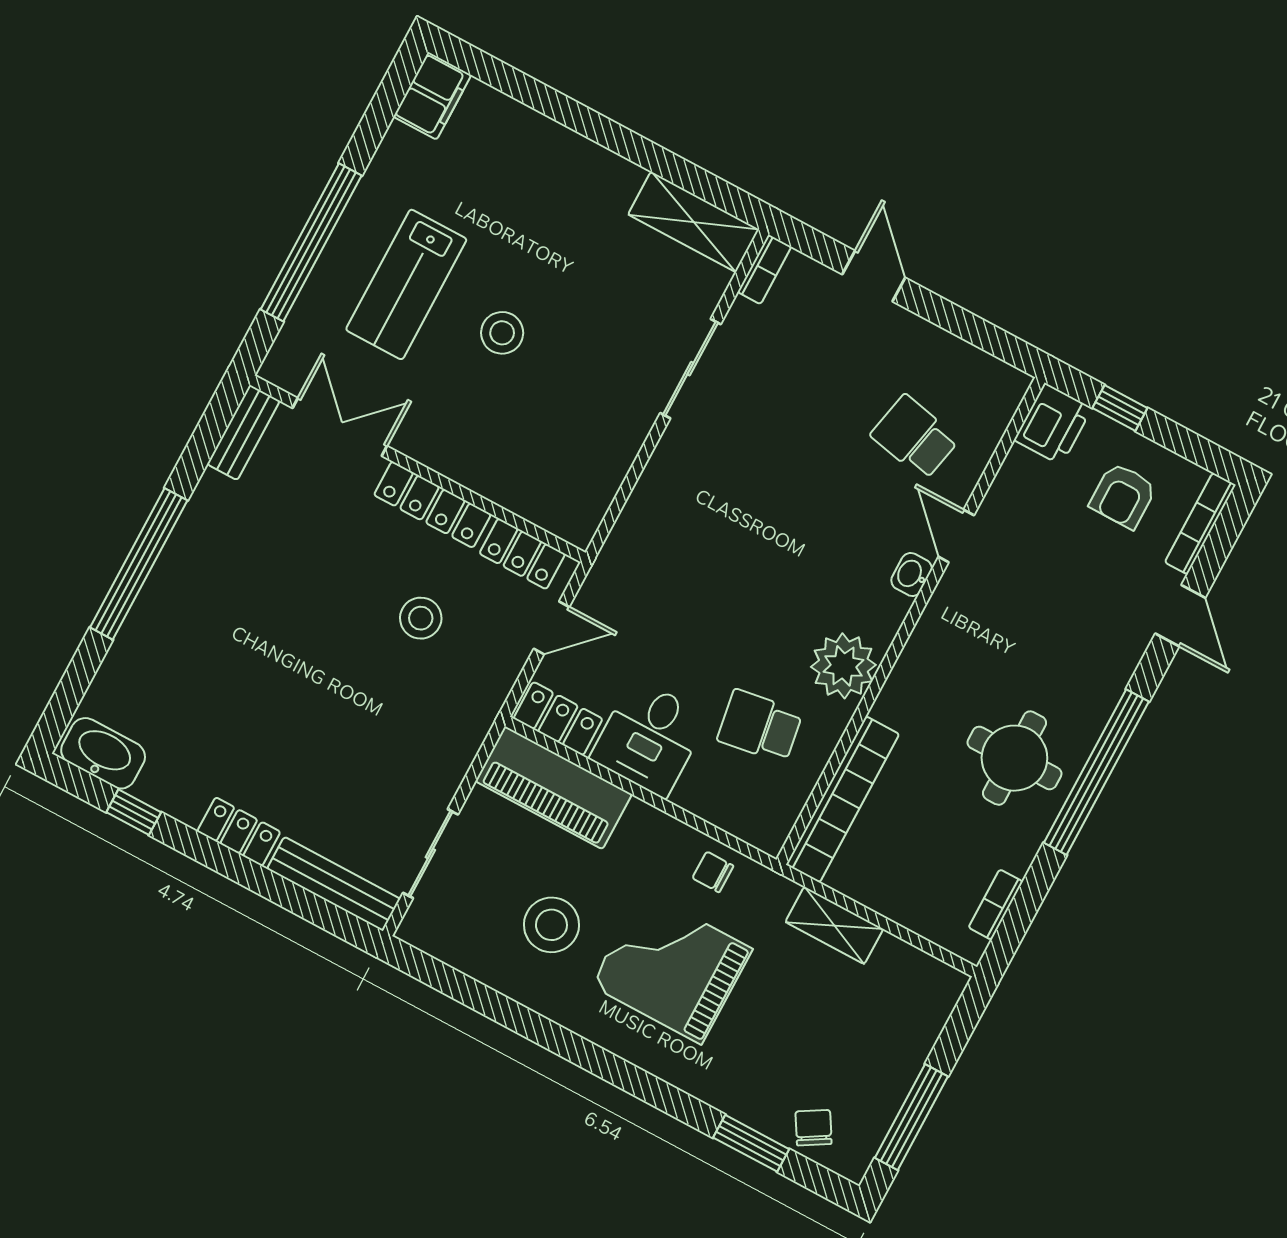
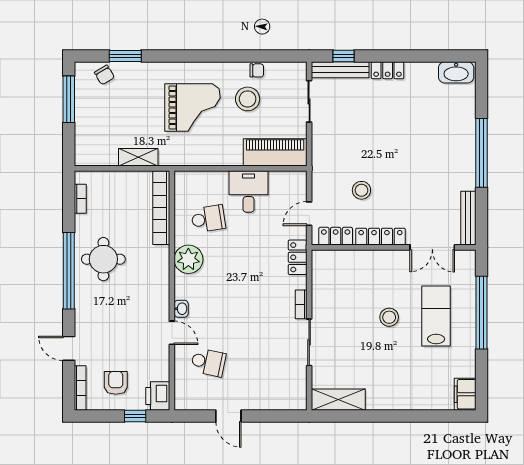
bookcase: (764, 269) -> (301, 304), moved
door: (874, 276) -> (228, 416), moved
bench: (243, 432) -> (468, 218), width x1.36
locker: (558, 719) -> (298, 257), moved, turned 90
window: (134, 812) -> (344, 56), moved
chair: (713, 872) -> (257, 70), moved

